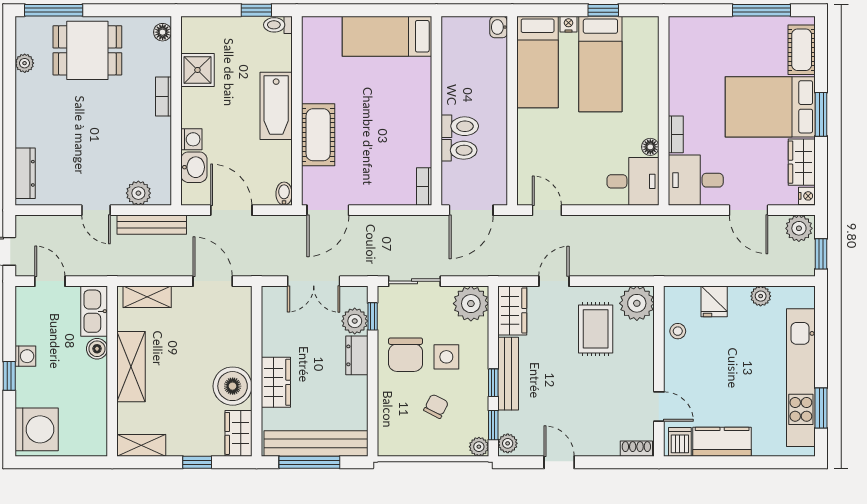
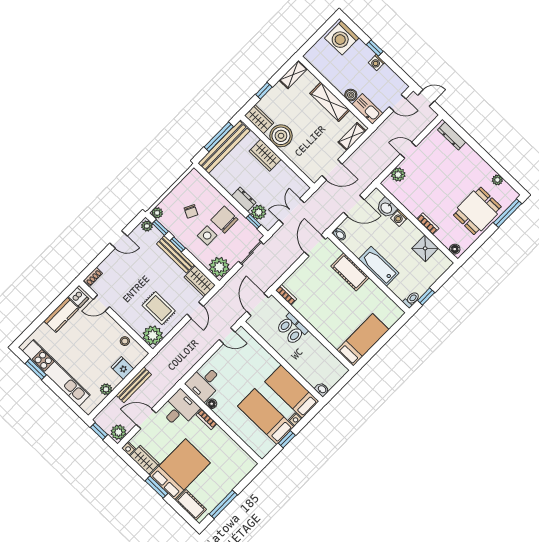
bench: (152, 225) -> (134, 385), moved

